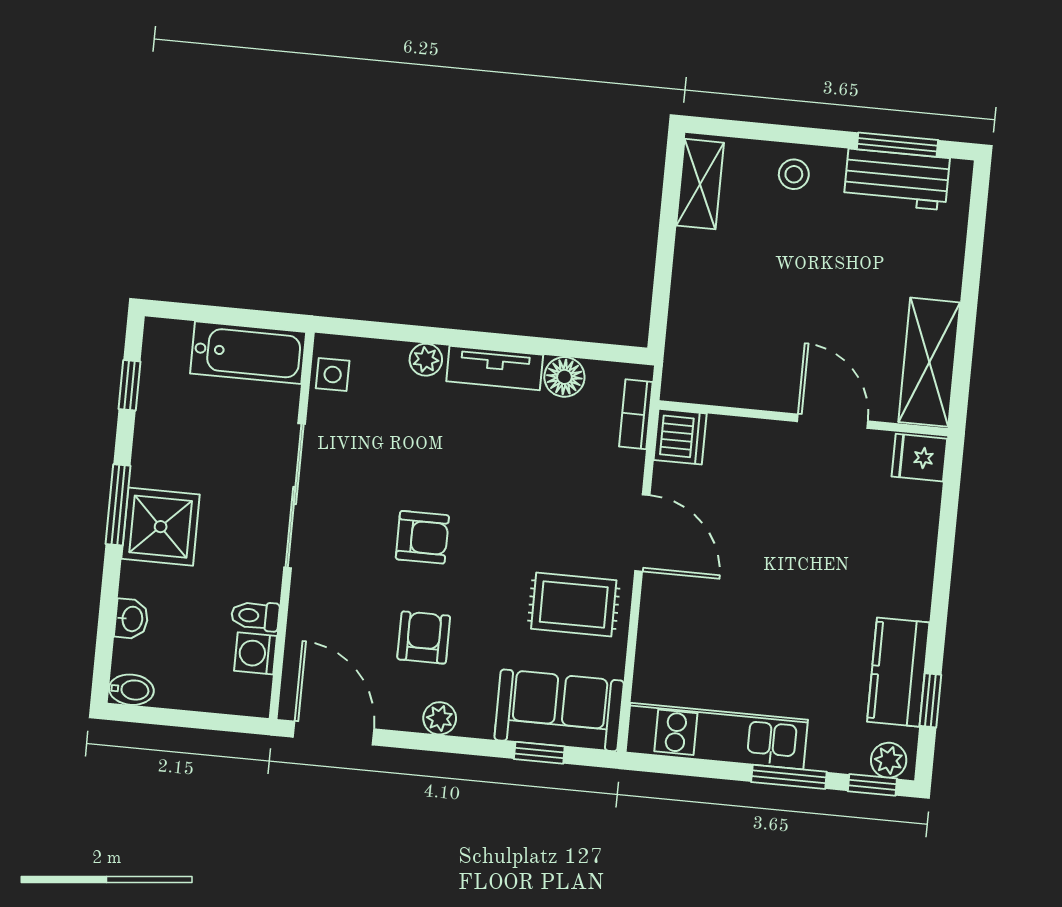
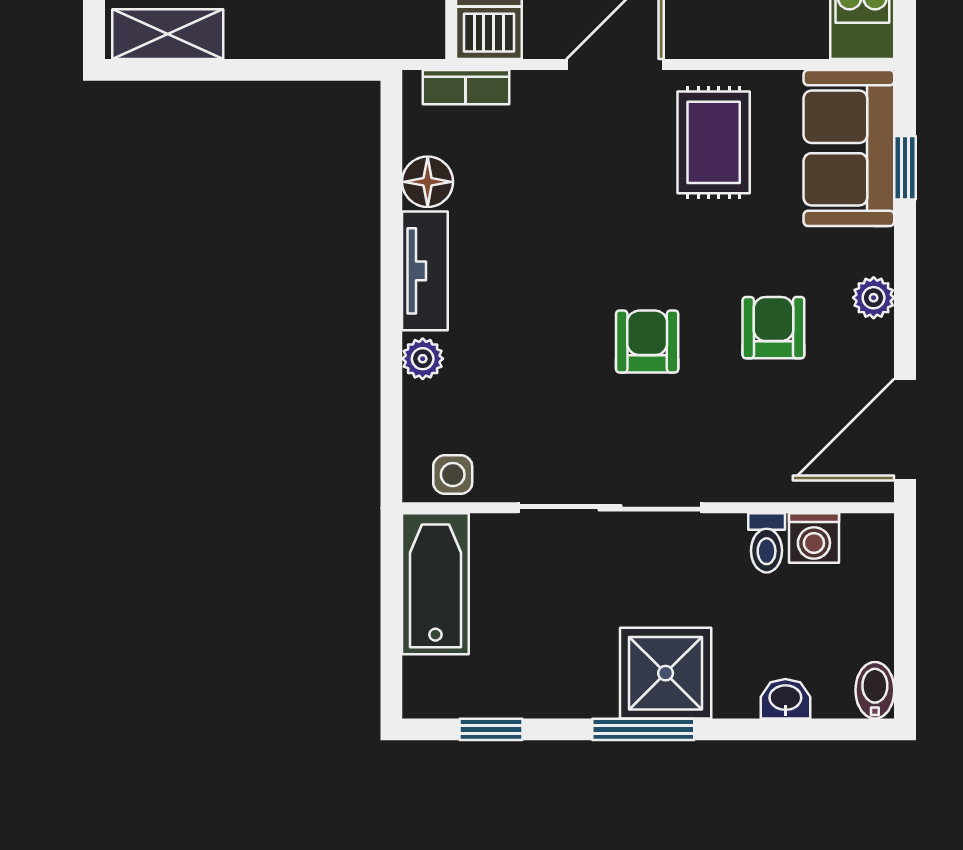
armchair: (424, 637) -> (773, 328), turned 90

